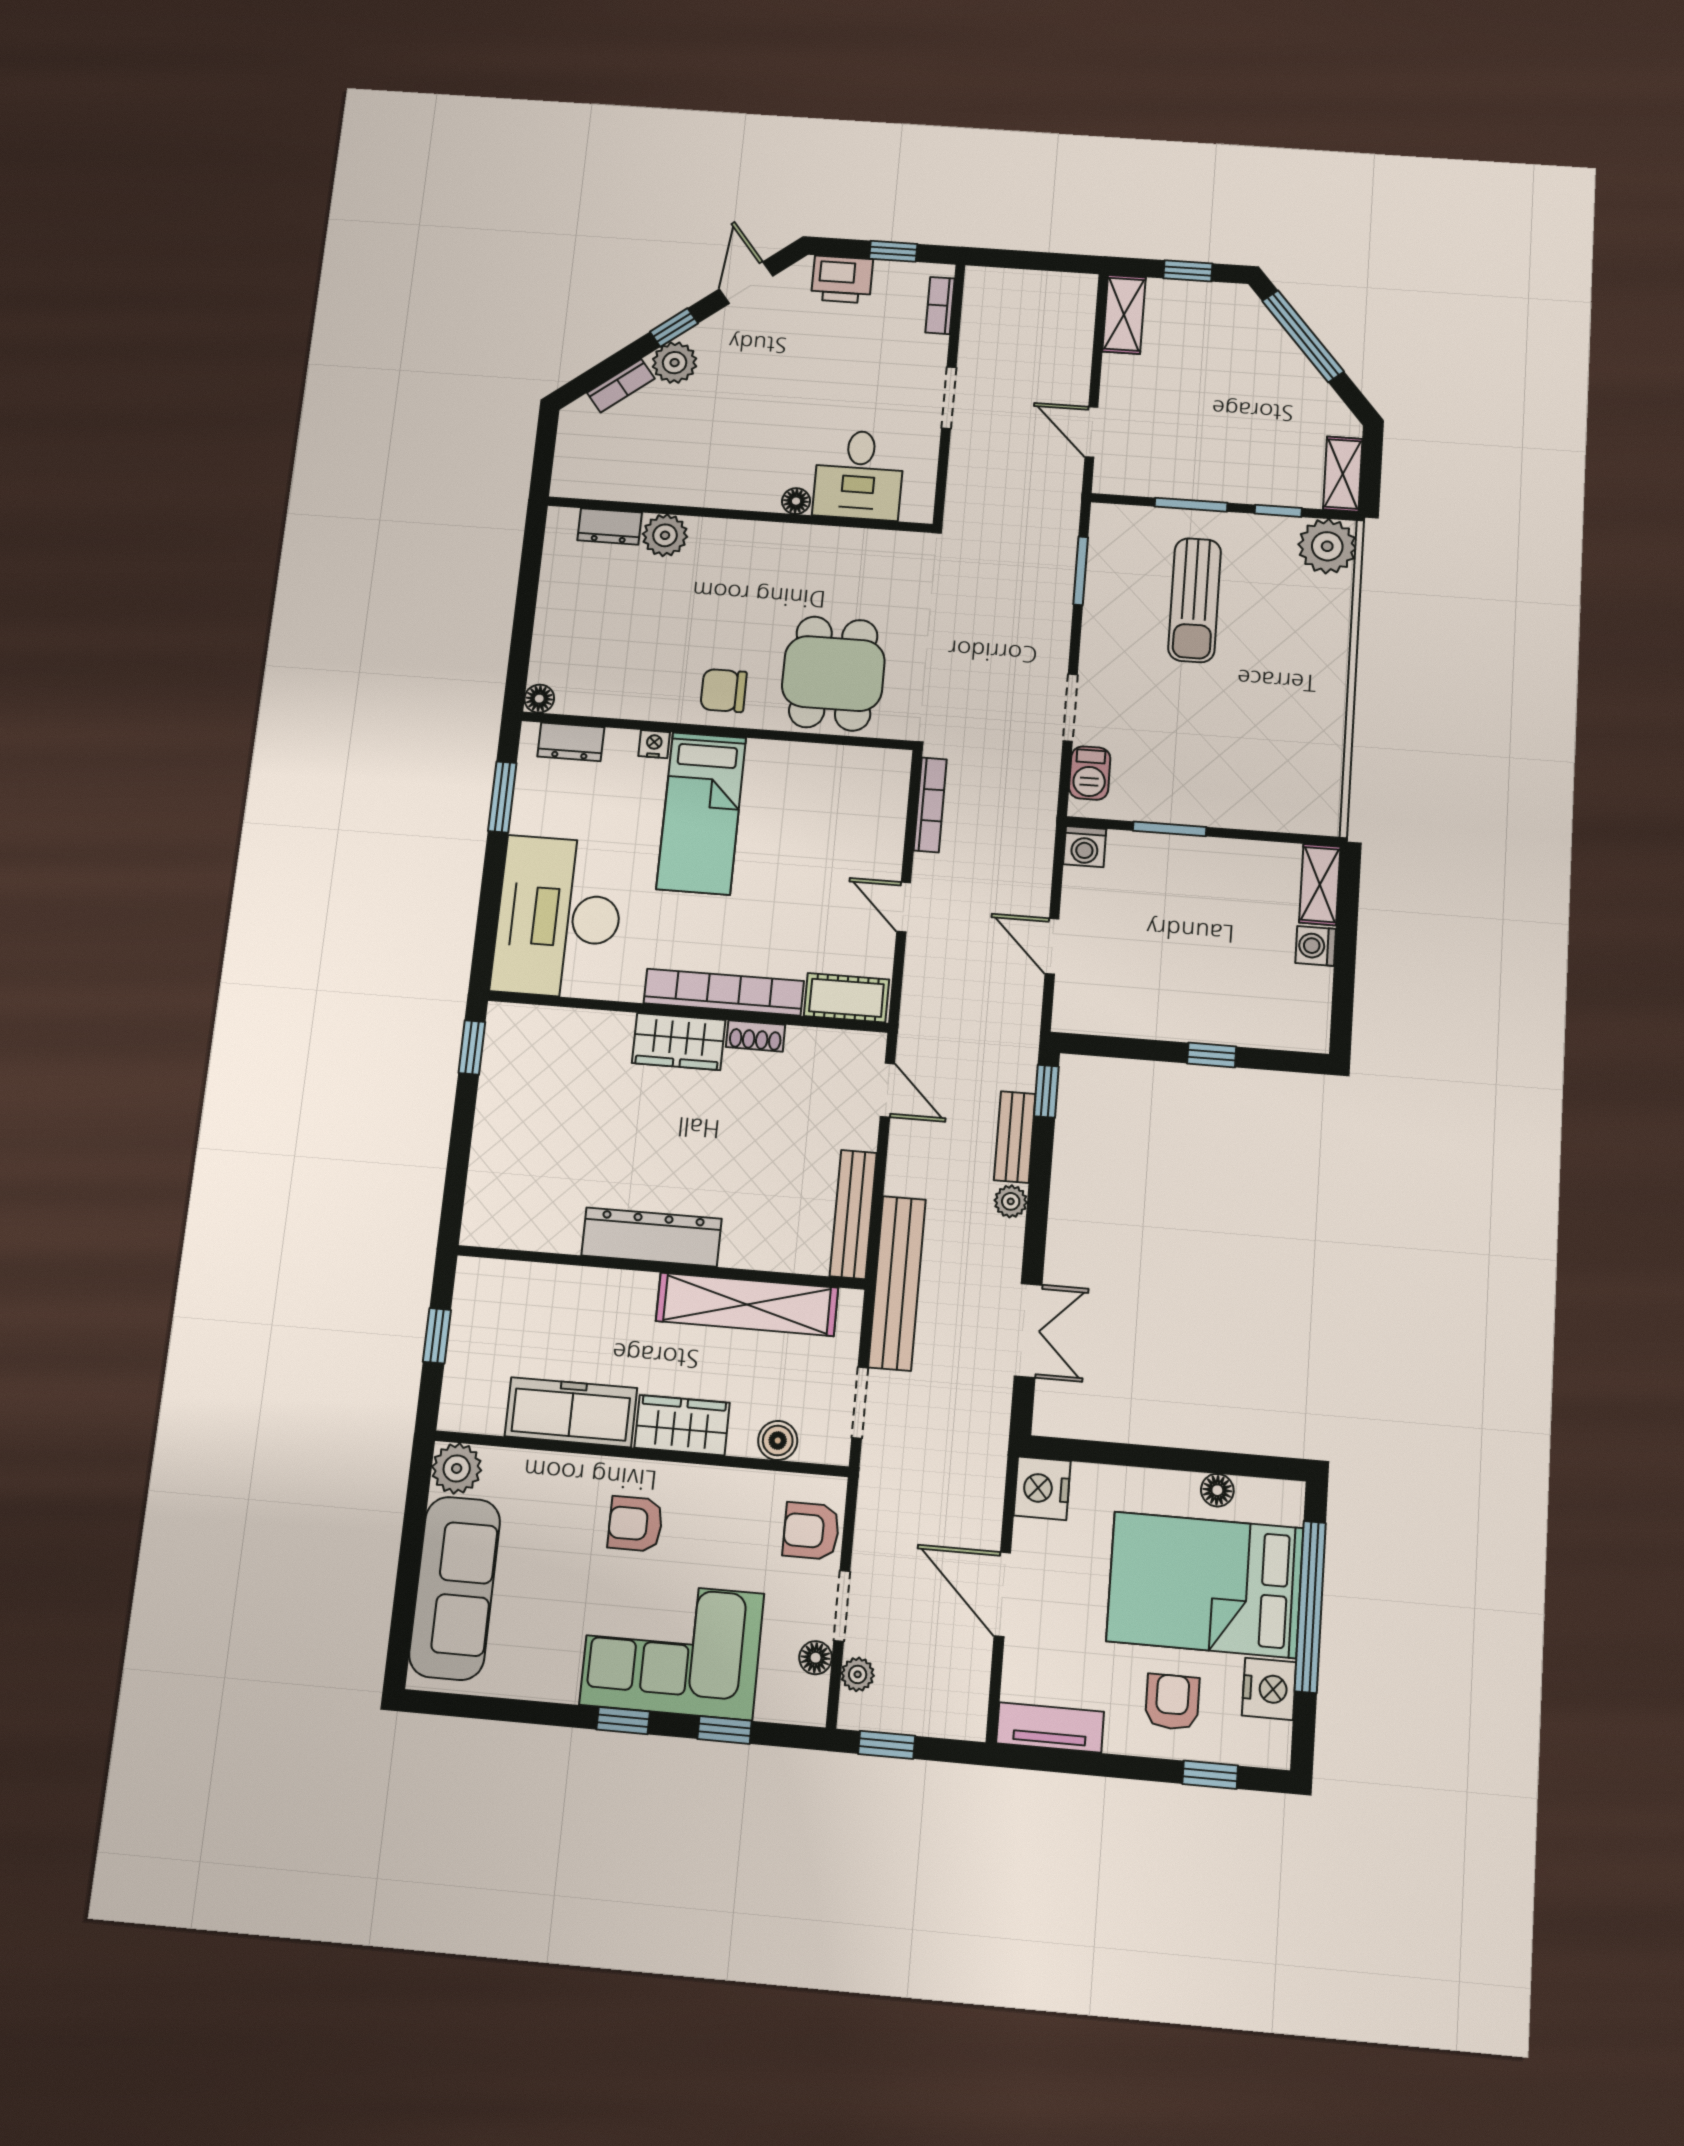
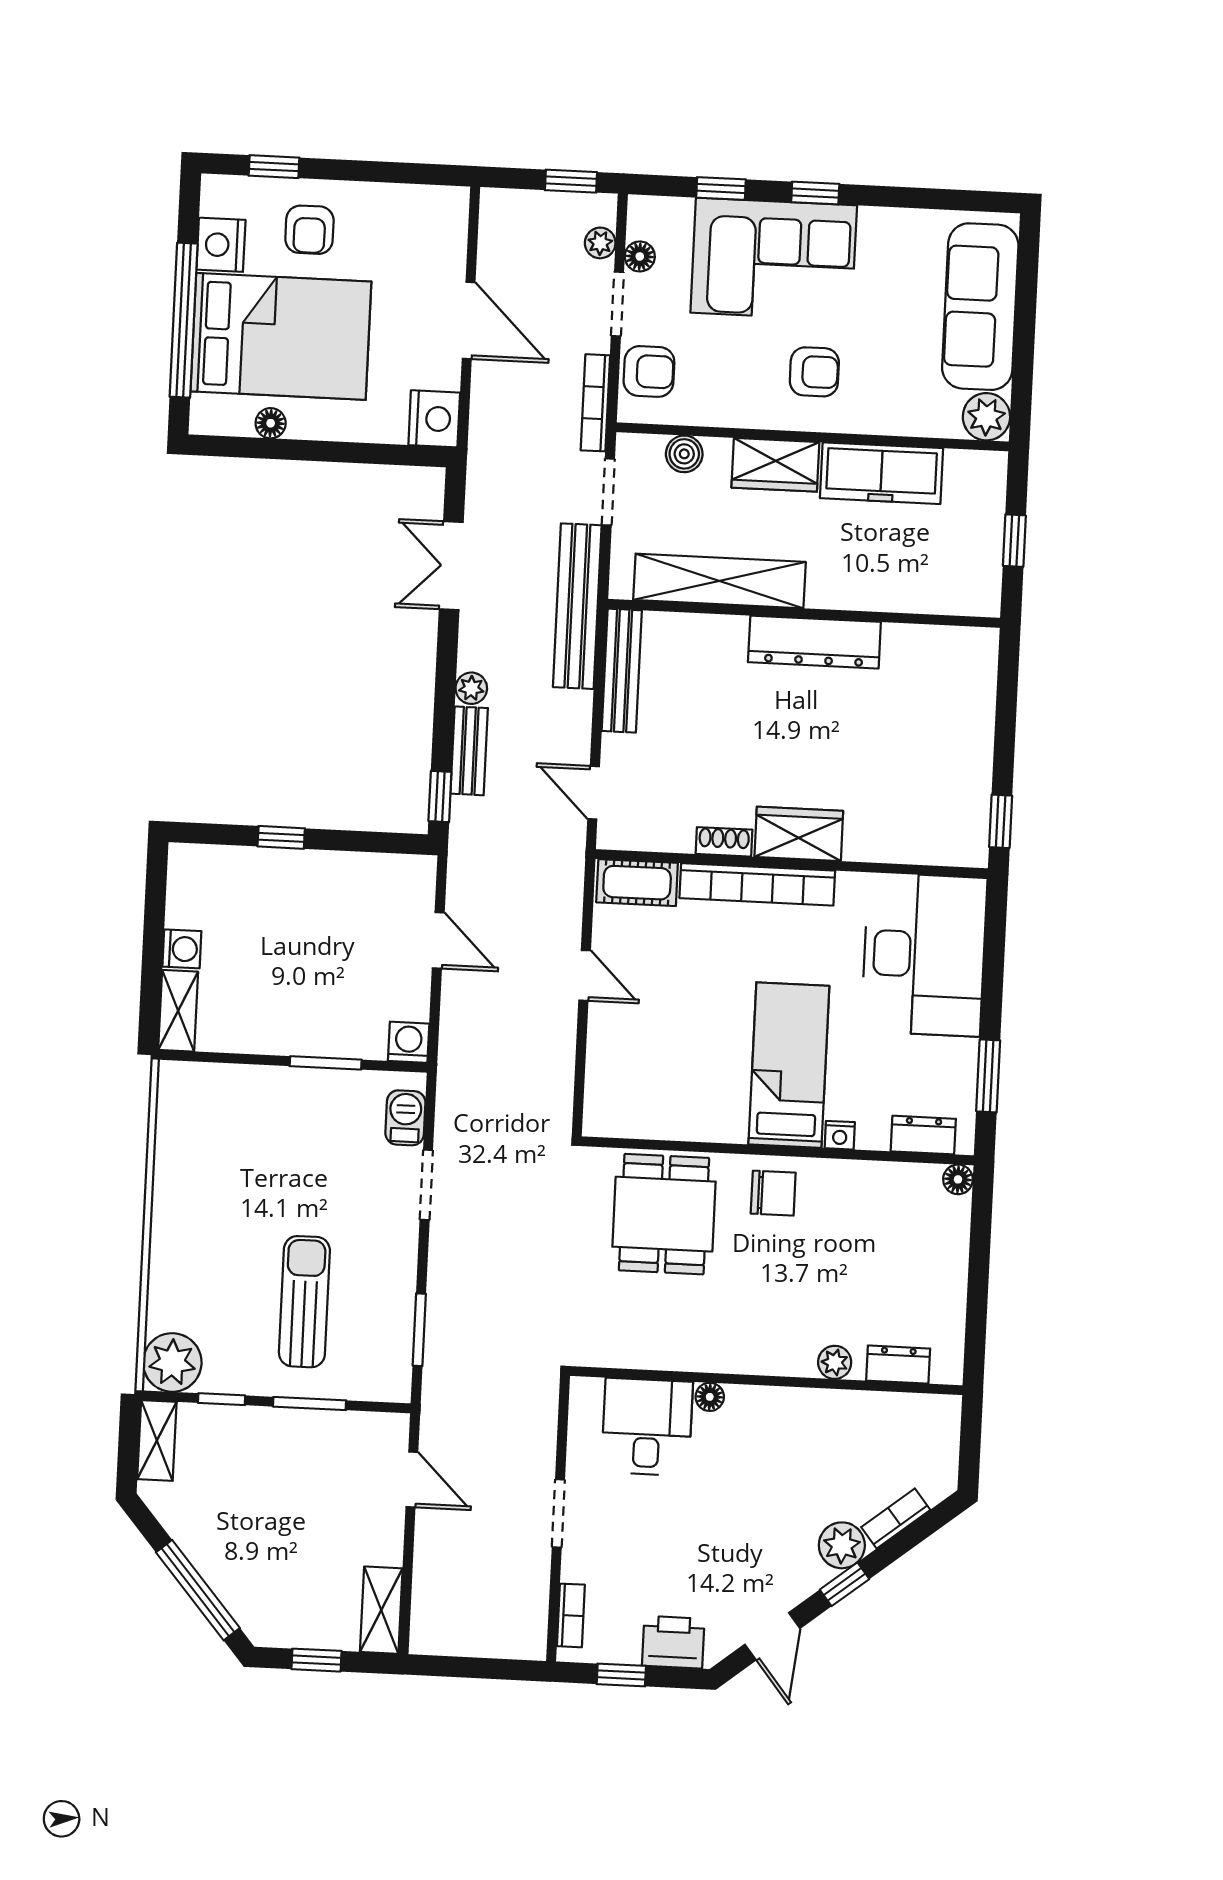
plant: (665, 535) -> (835, 1362), width x0.73, depth x0.73
bookcase: (930, 805) -> (595, 403), moved
tv unit: (1050, 1728) -> (421, 203), removed

